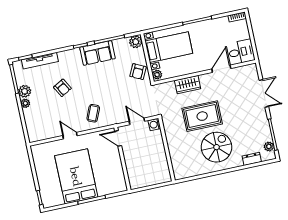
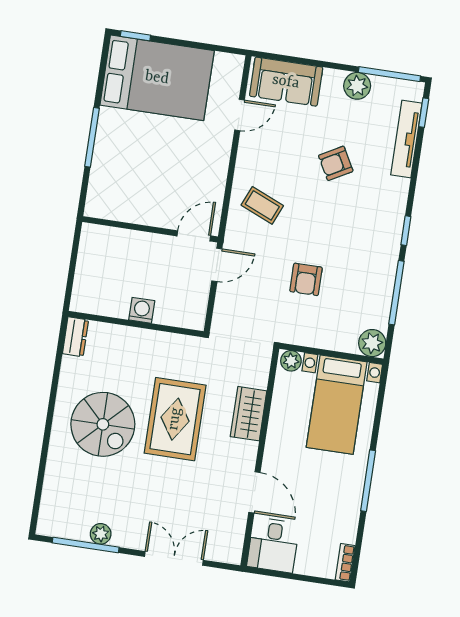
sofa: (97, 53) -> (286, 82), moved, turned -90
armchair: (138, 72) -> (306, 279), moved, turned -116
double door: (264, 93) -> (174, 558), swing flipped
plant: (25, 103) -> (333, 78), removed
door: (137, 121) -> (217, 265), moved
washing machine: (154, 124) -> (142, 310), moved
door: (70, 136) -> (239, 115), moved
plant: (269, 147) -> (101, 534), moved
dresser: (252, 159) -> (75, 337), moved
bed: (76, 176) -> (157, 78), moved

